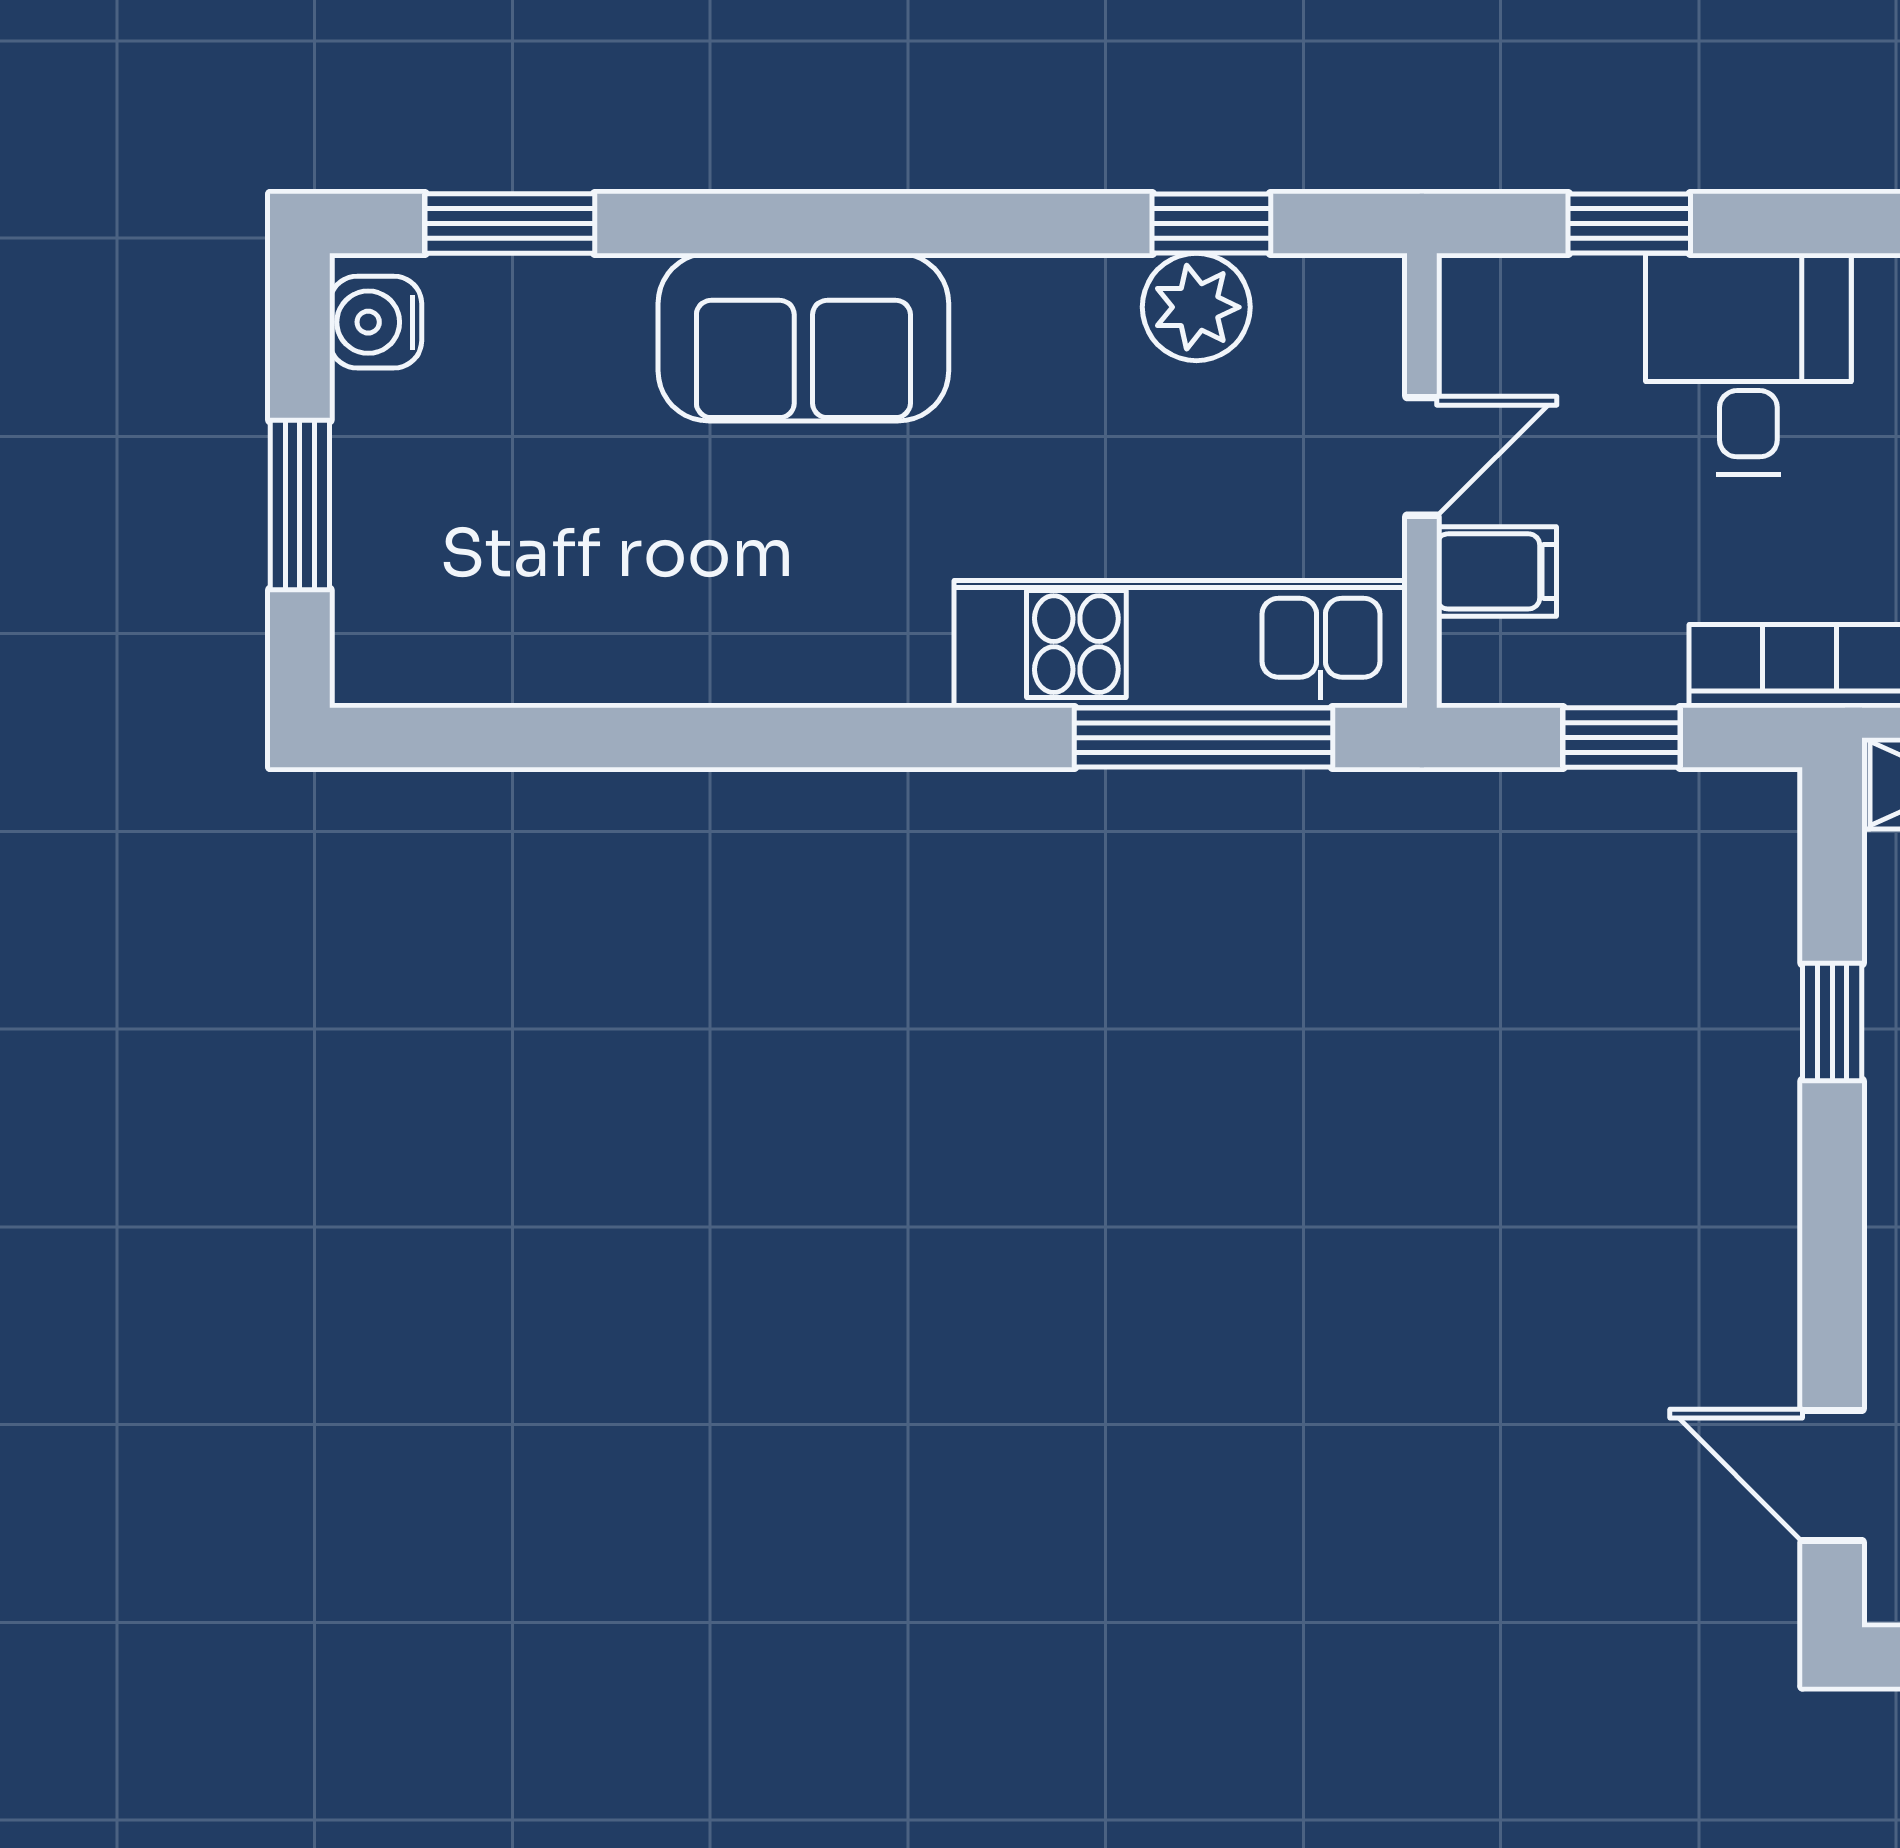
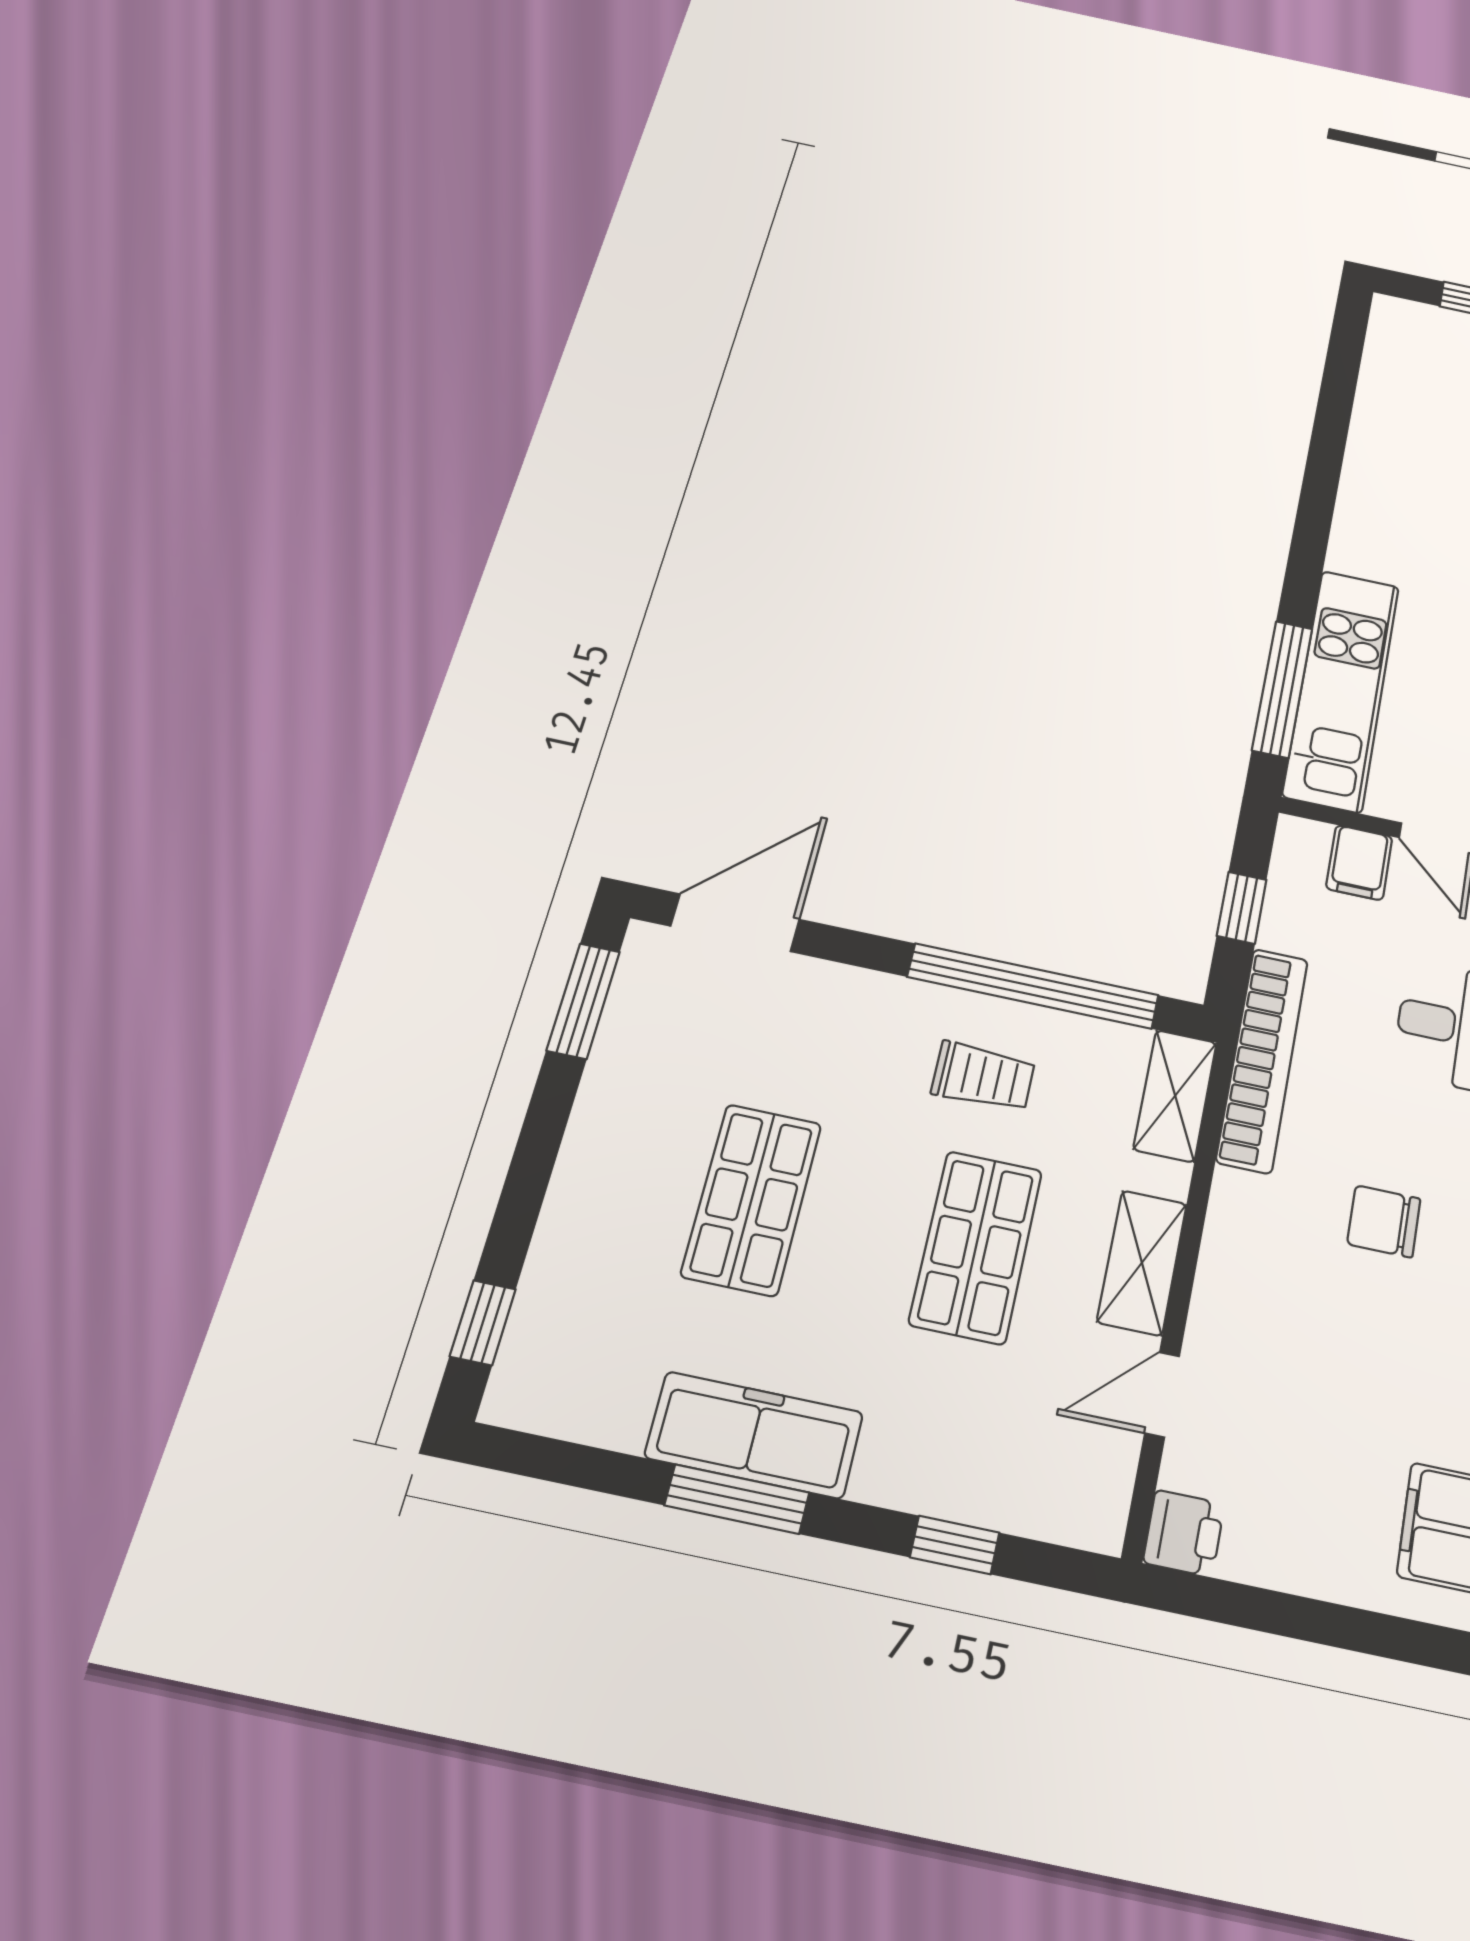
window: (1832, 1022) -> (1033, 986), width x3.17
door: (1832, 1475) -> (735, 923), width x1.38

